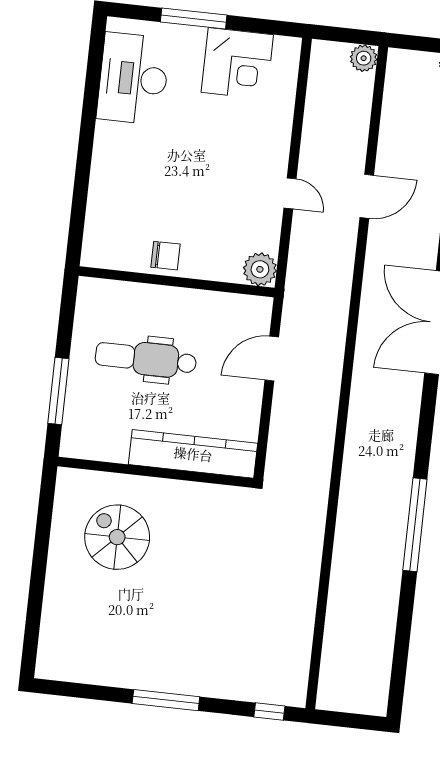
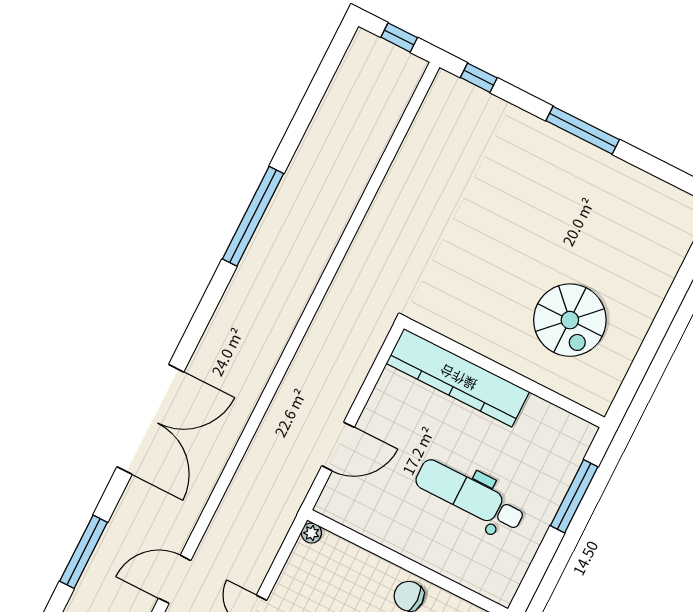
plant: (260, 269) -> (311, 533), width x0.53, depth x0.53
dental chair: (146, 359) -> (470, 496), turned 180
window: (349, 720) -> (399, 37), added

